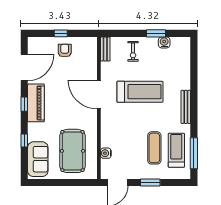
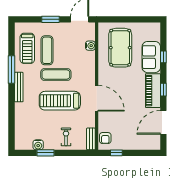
window: (61, 33) -> (116, 153), moved
armchair: (65, 51) -> (105, 138), moved
exercise mat: (144, 121) -> (56, 74), added
window: (194, 153) -> (12, 69), moved
sofa: (38, 159) -> (151, 57), moved

